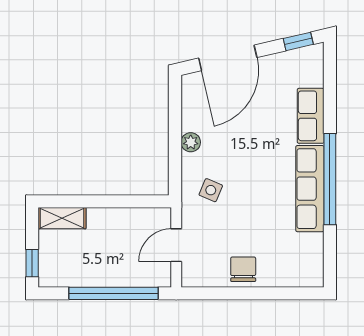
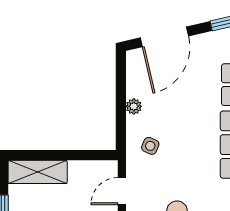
shelving: (62, 218) -> (38, 172), width x1.50, depth x1.33

